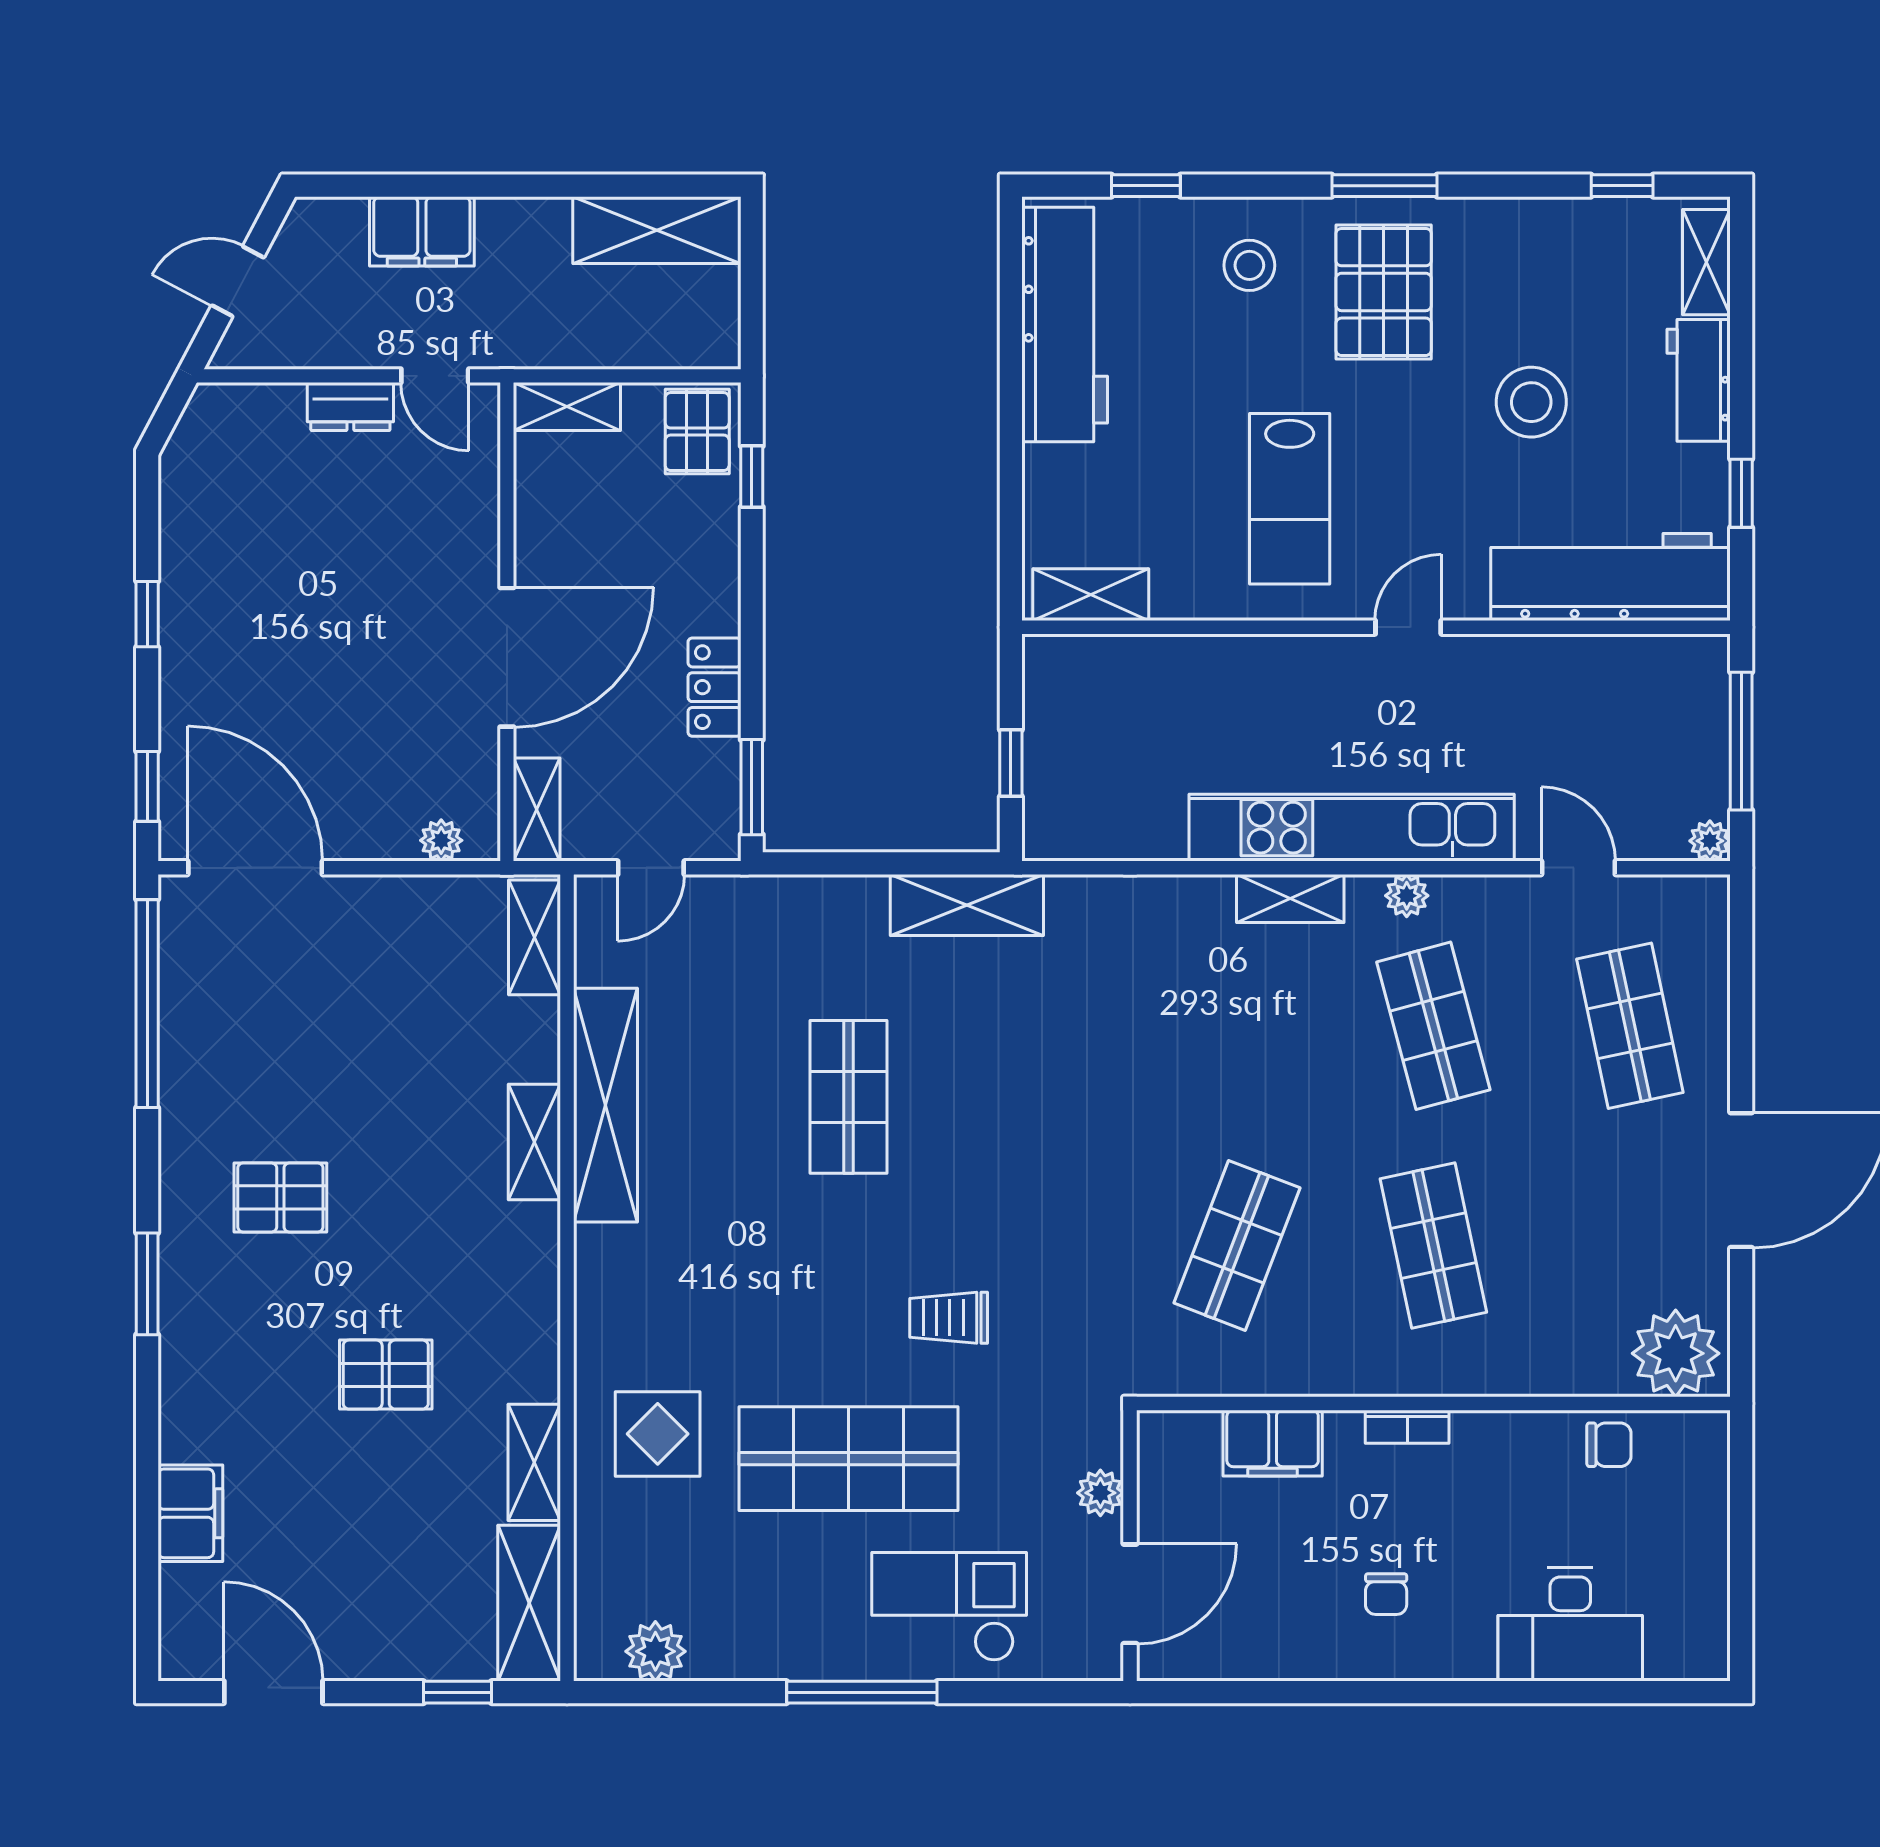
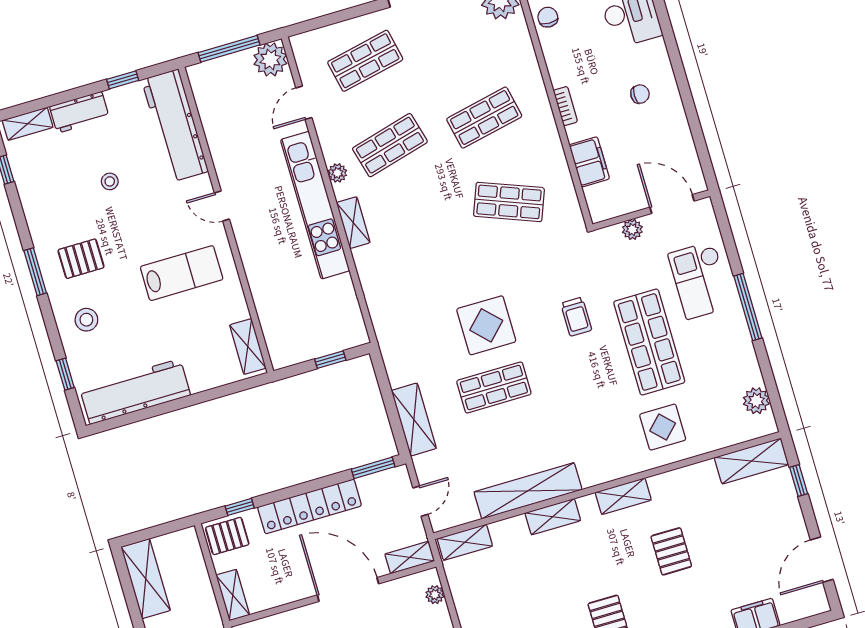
pallet: (1384, 292) -> (81, 259), width x0.67, depth x0.71
stool: (1531, 402) -> (110, 181), width x0.53, depth x0.53
locker: (714, 687) -> (310, 506), width x2.16, depth x1.21
plant: (1710, 841) -> (270, 60), width x1.87, depth x1.87
door: (651, 868) -> (420, 501), hinge flipped
shelving: (967, 905) -> (414, 419), moved
display table: (987, 1119) -> (486, 325), added
shelving: (534, 1462) -> (623, 496), moved

